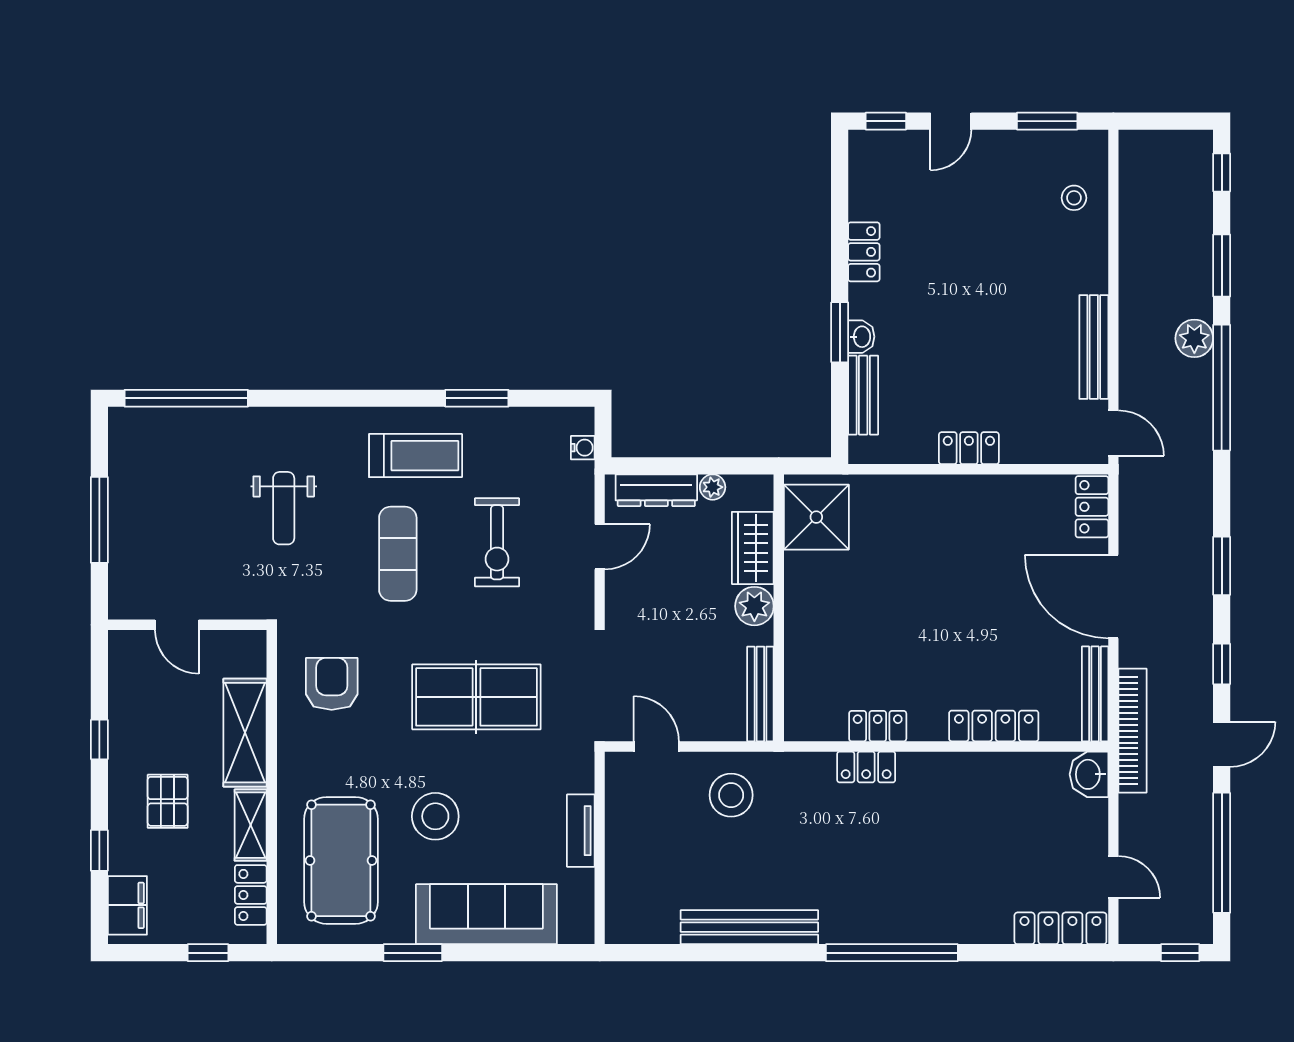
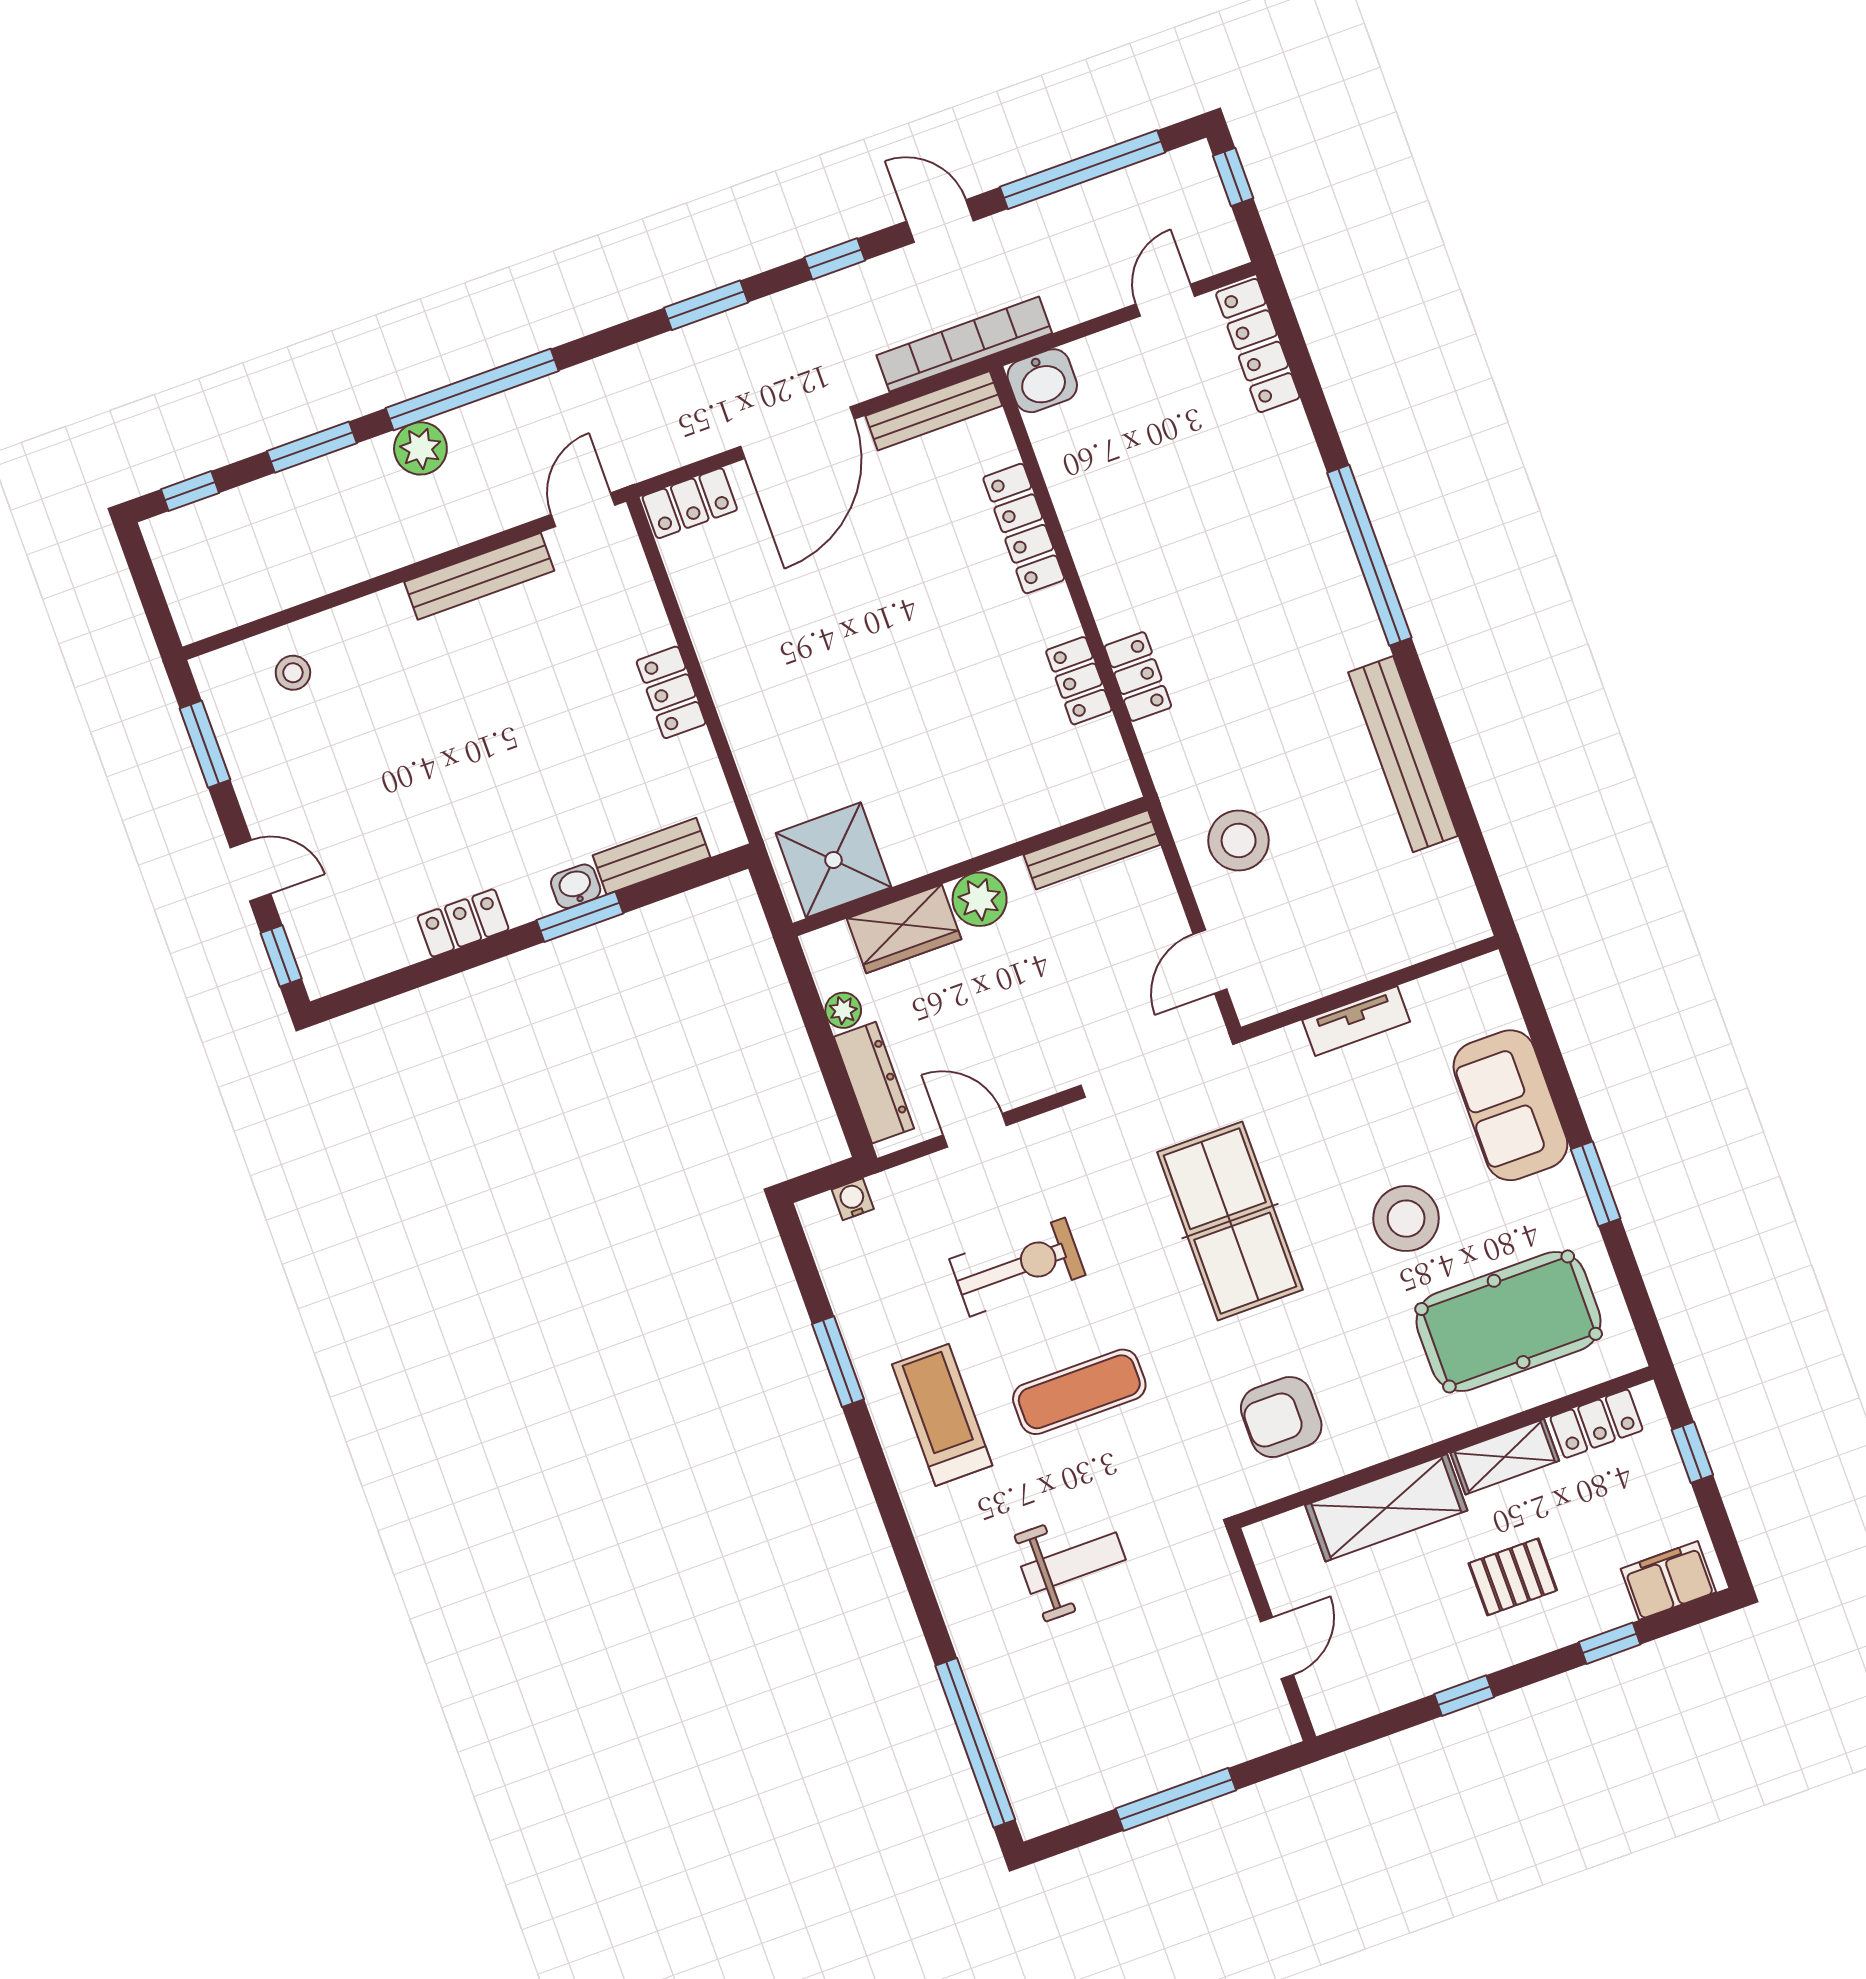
sofa: (486, 914) -> (1510, 1105), width x0.73

